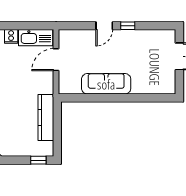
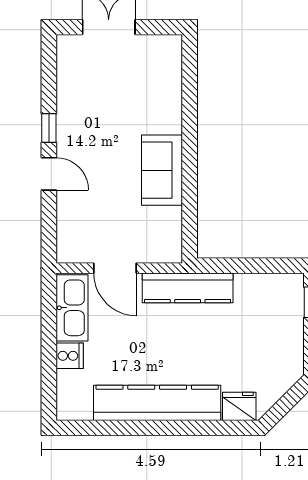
sofa: (106, 84) -> (162, 170), width x0.73
kitchen counter: (46, 118) -> (188, 288), moved

